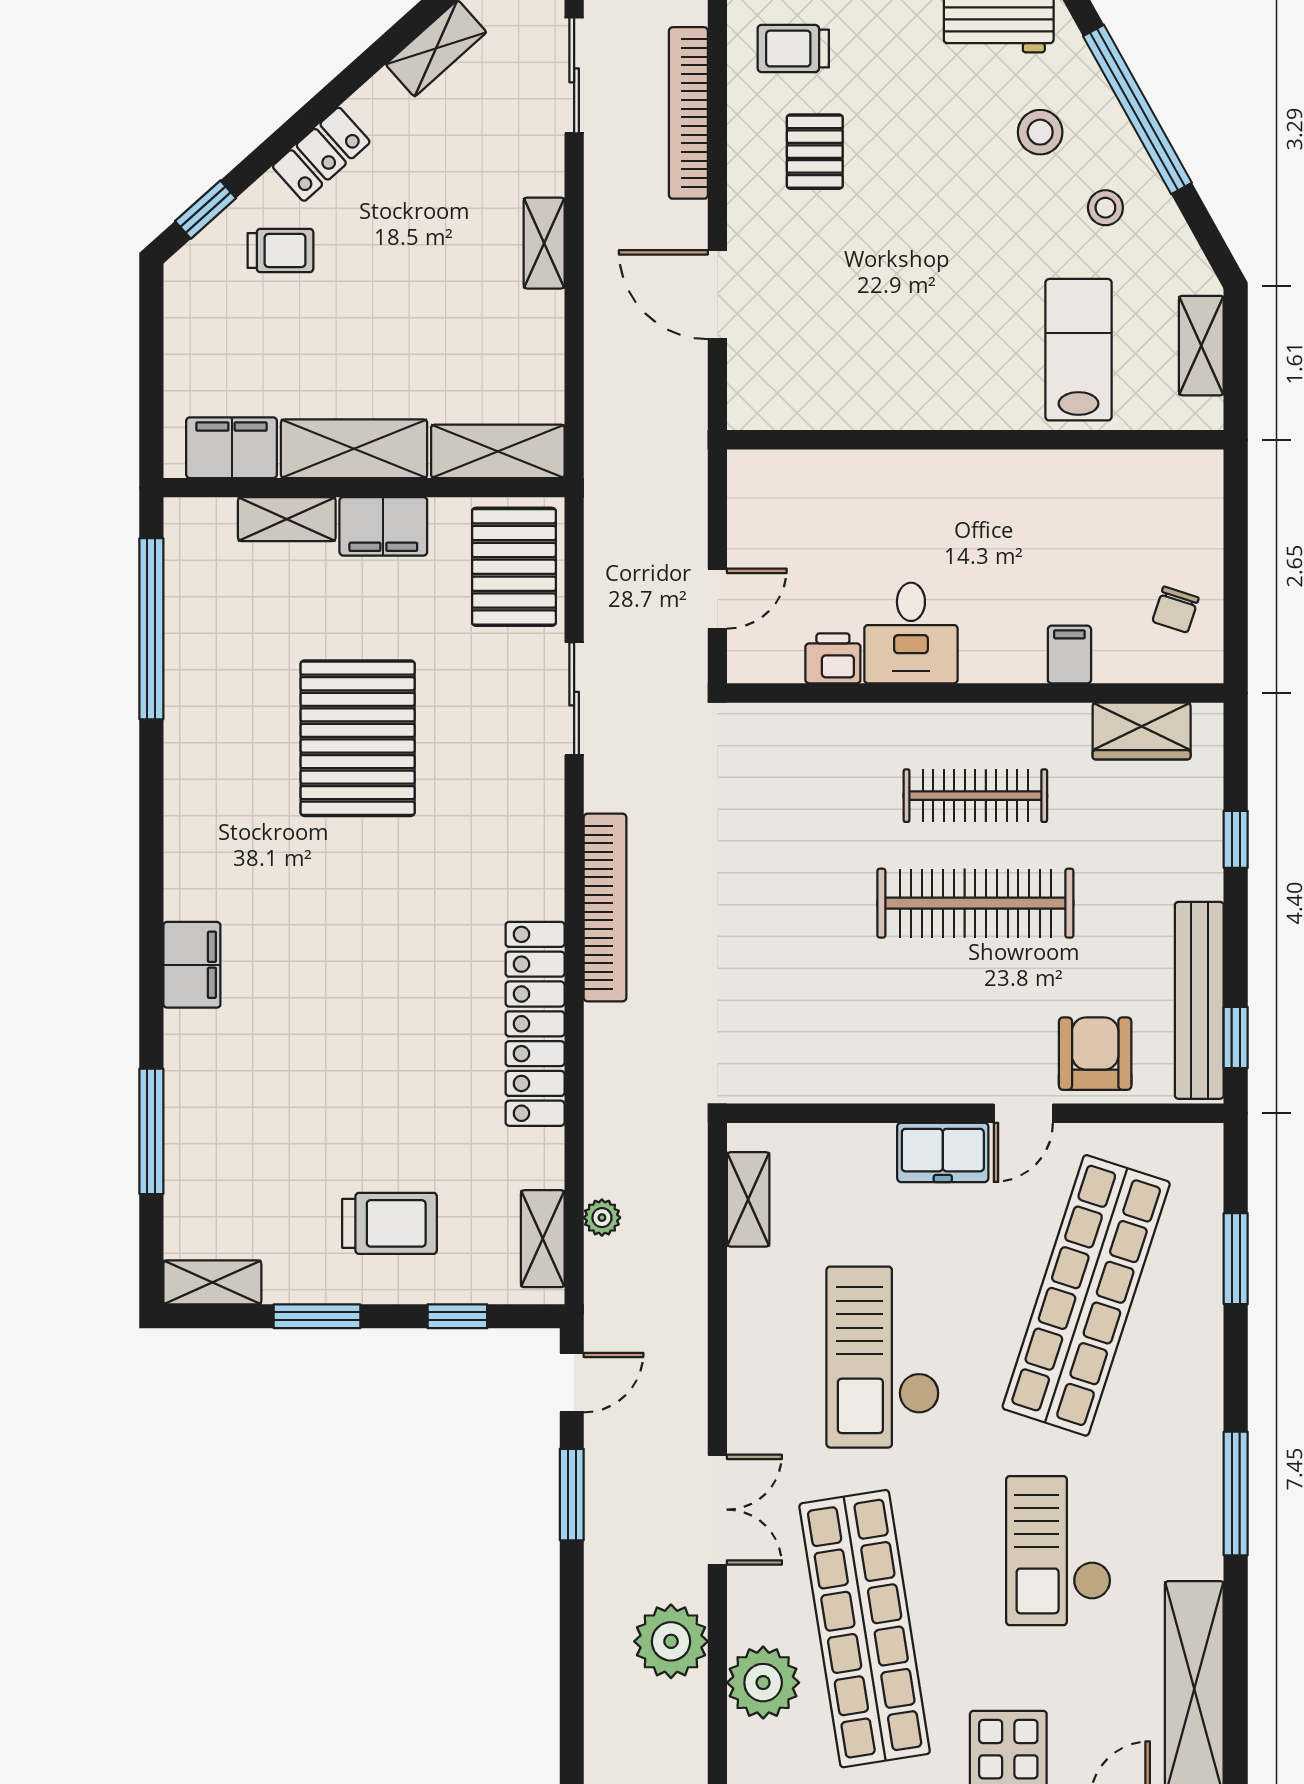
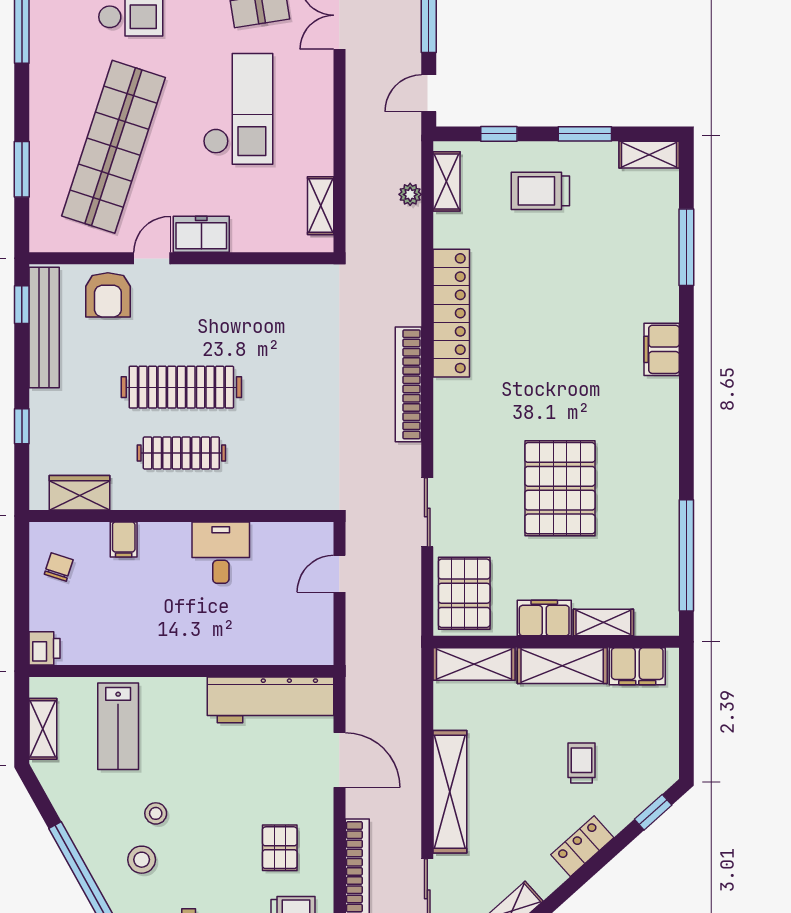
stool: (1105, 208) -> (156, 813), moved
shelving: (544, 243) -> (450, 792), width x2.20, depth x1.33
trolley: (280, 251) -> (581, 763), moved, turned 90
workbench: (830, 393) -> (270, 700), added
printer: (833, 658) -> (44, 648), moved, turned -90

